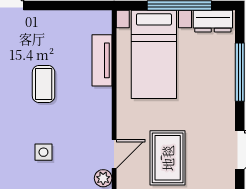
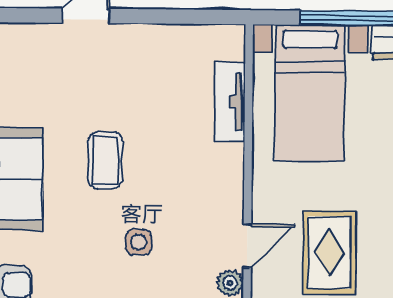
coffee table: (44, 84) -> (105, 160), moved

